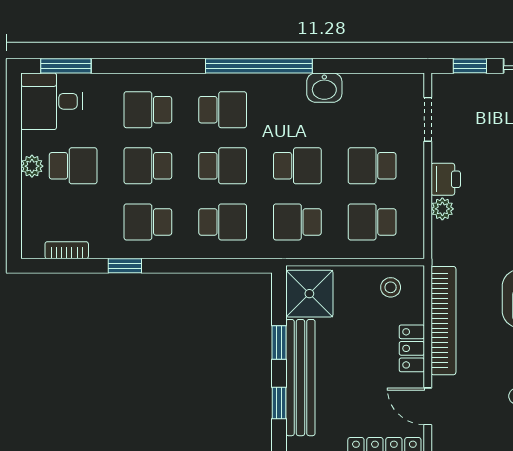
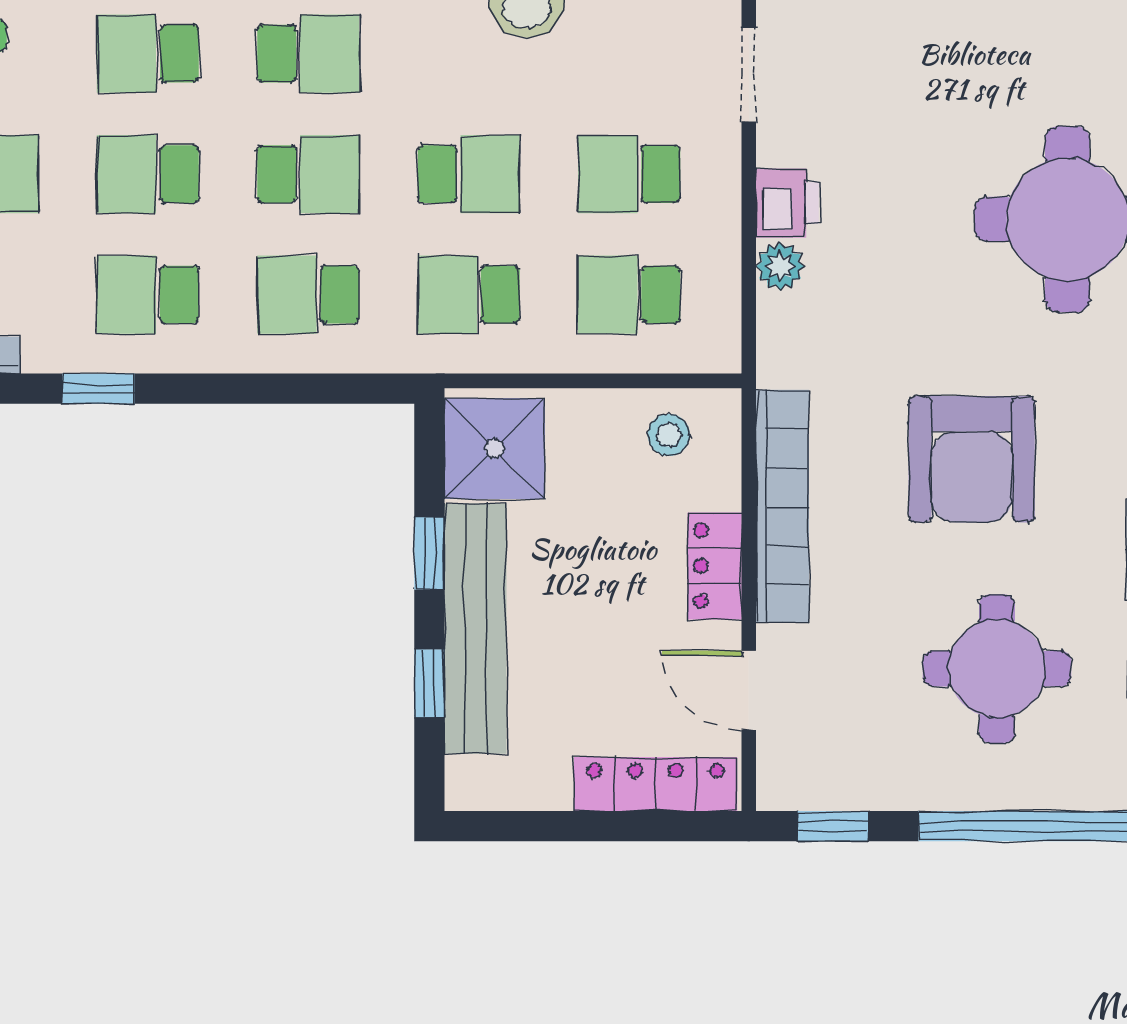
school desk: (223, 222) -> (308, 295), turned 180

